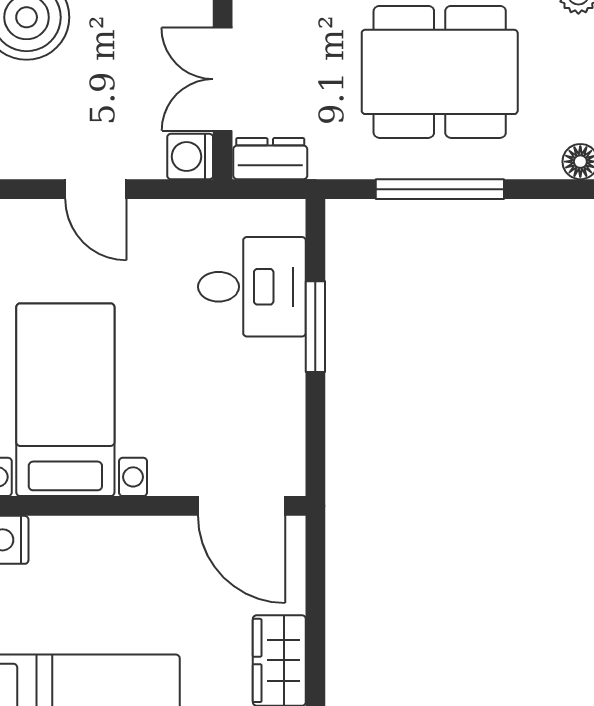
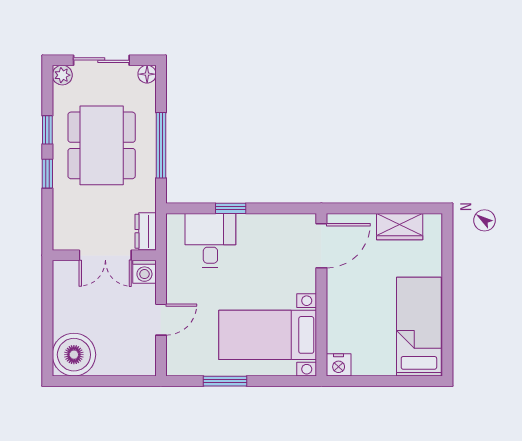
window: (315, 327) -> (231, 208), width x0.67

